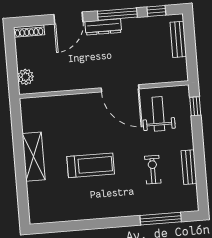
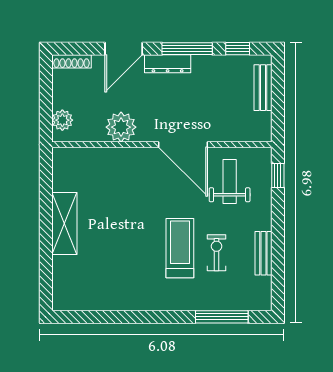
plant: (71, 79) -> (121, 127), added
treadmill: (91, 165) -> (180, 248), moved, turned -90

